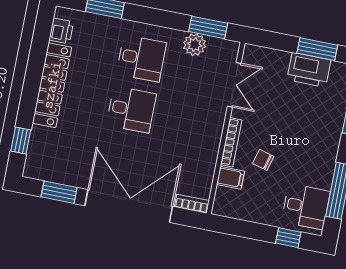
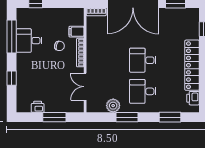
window: (208, 27) -> (127, 117), moved
window: (317, 49) -> (54, 117), moved
printer: (309, 70) -> (38, 107), width x0.53, depth x0.68
desk: (306, 207) -> (29, 41), moved

